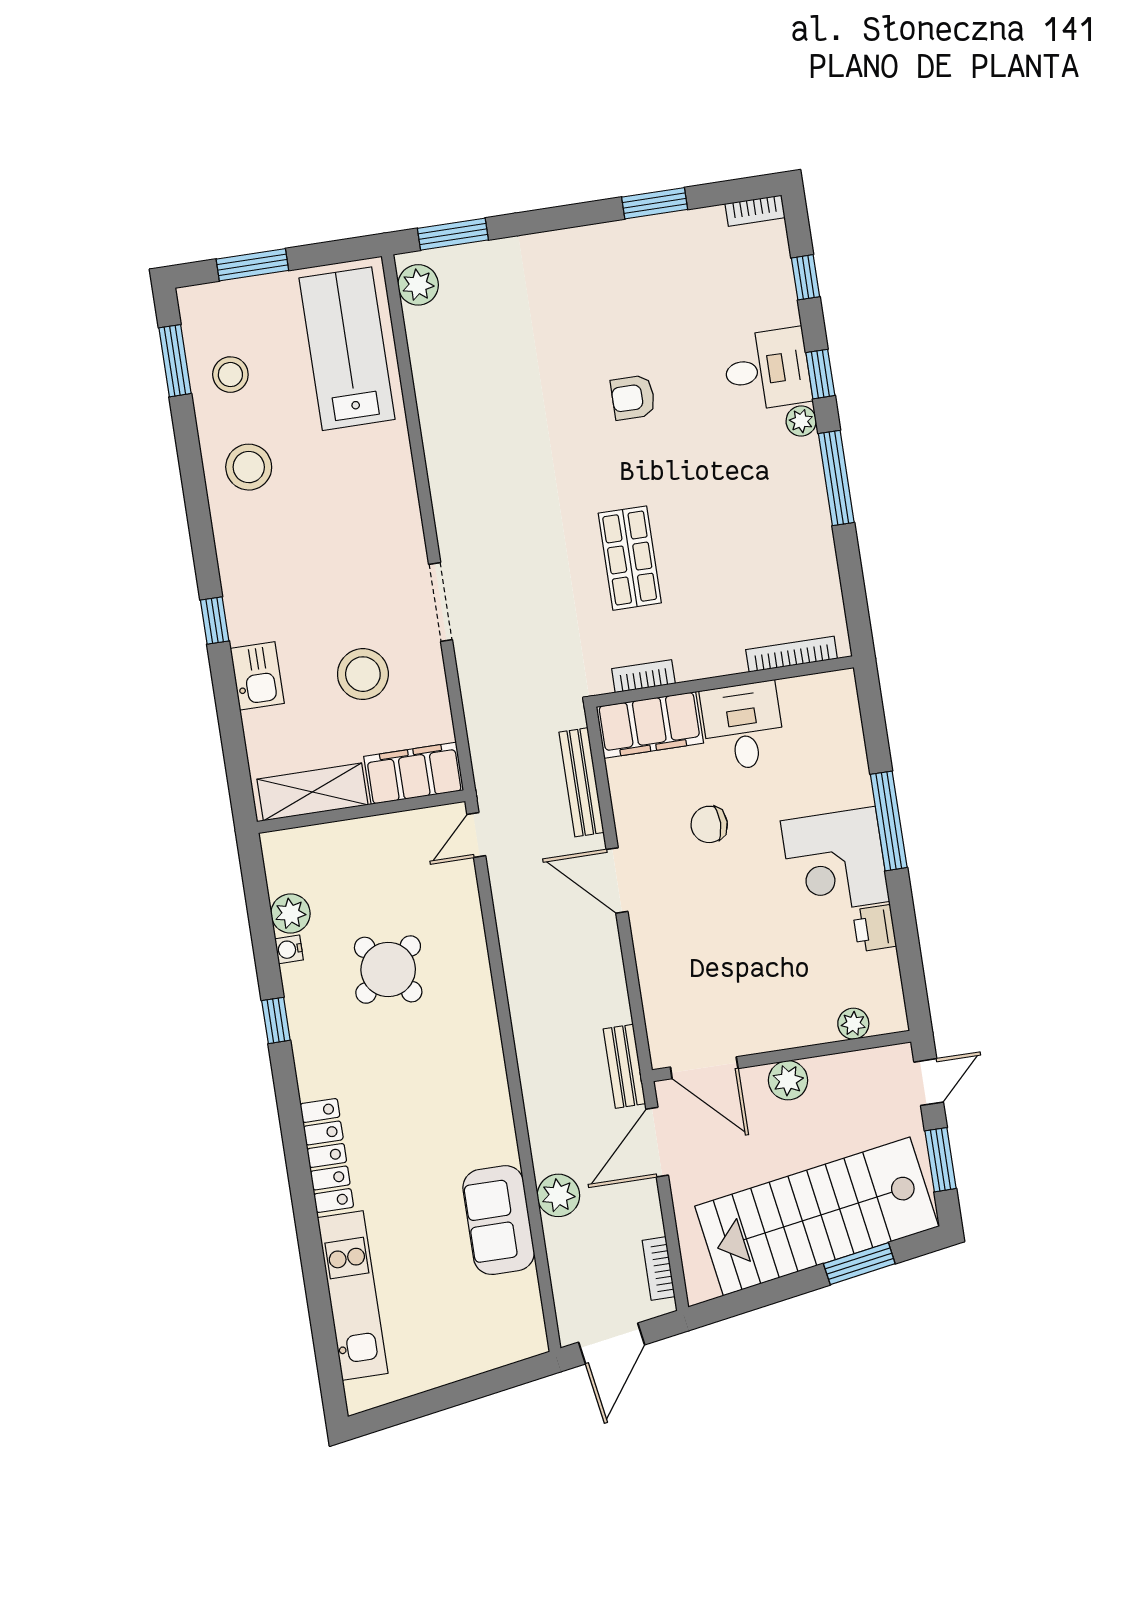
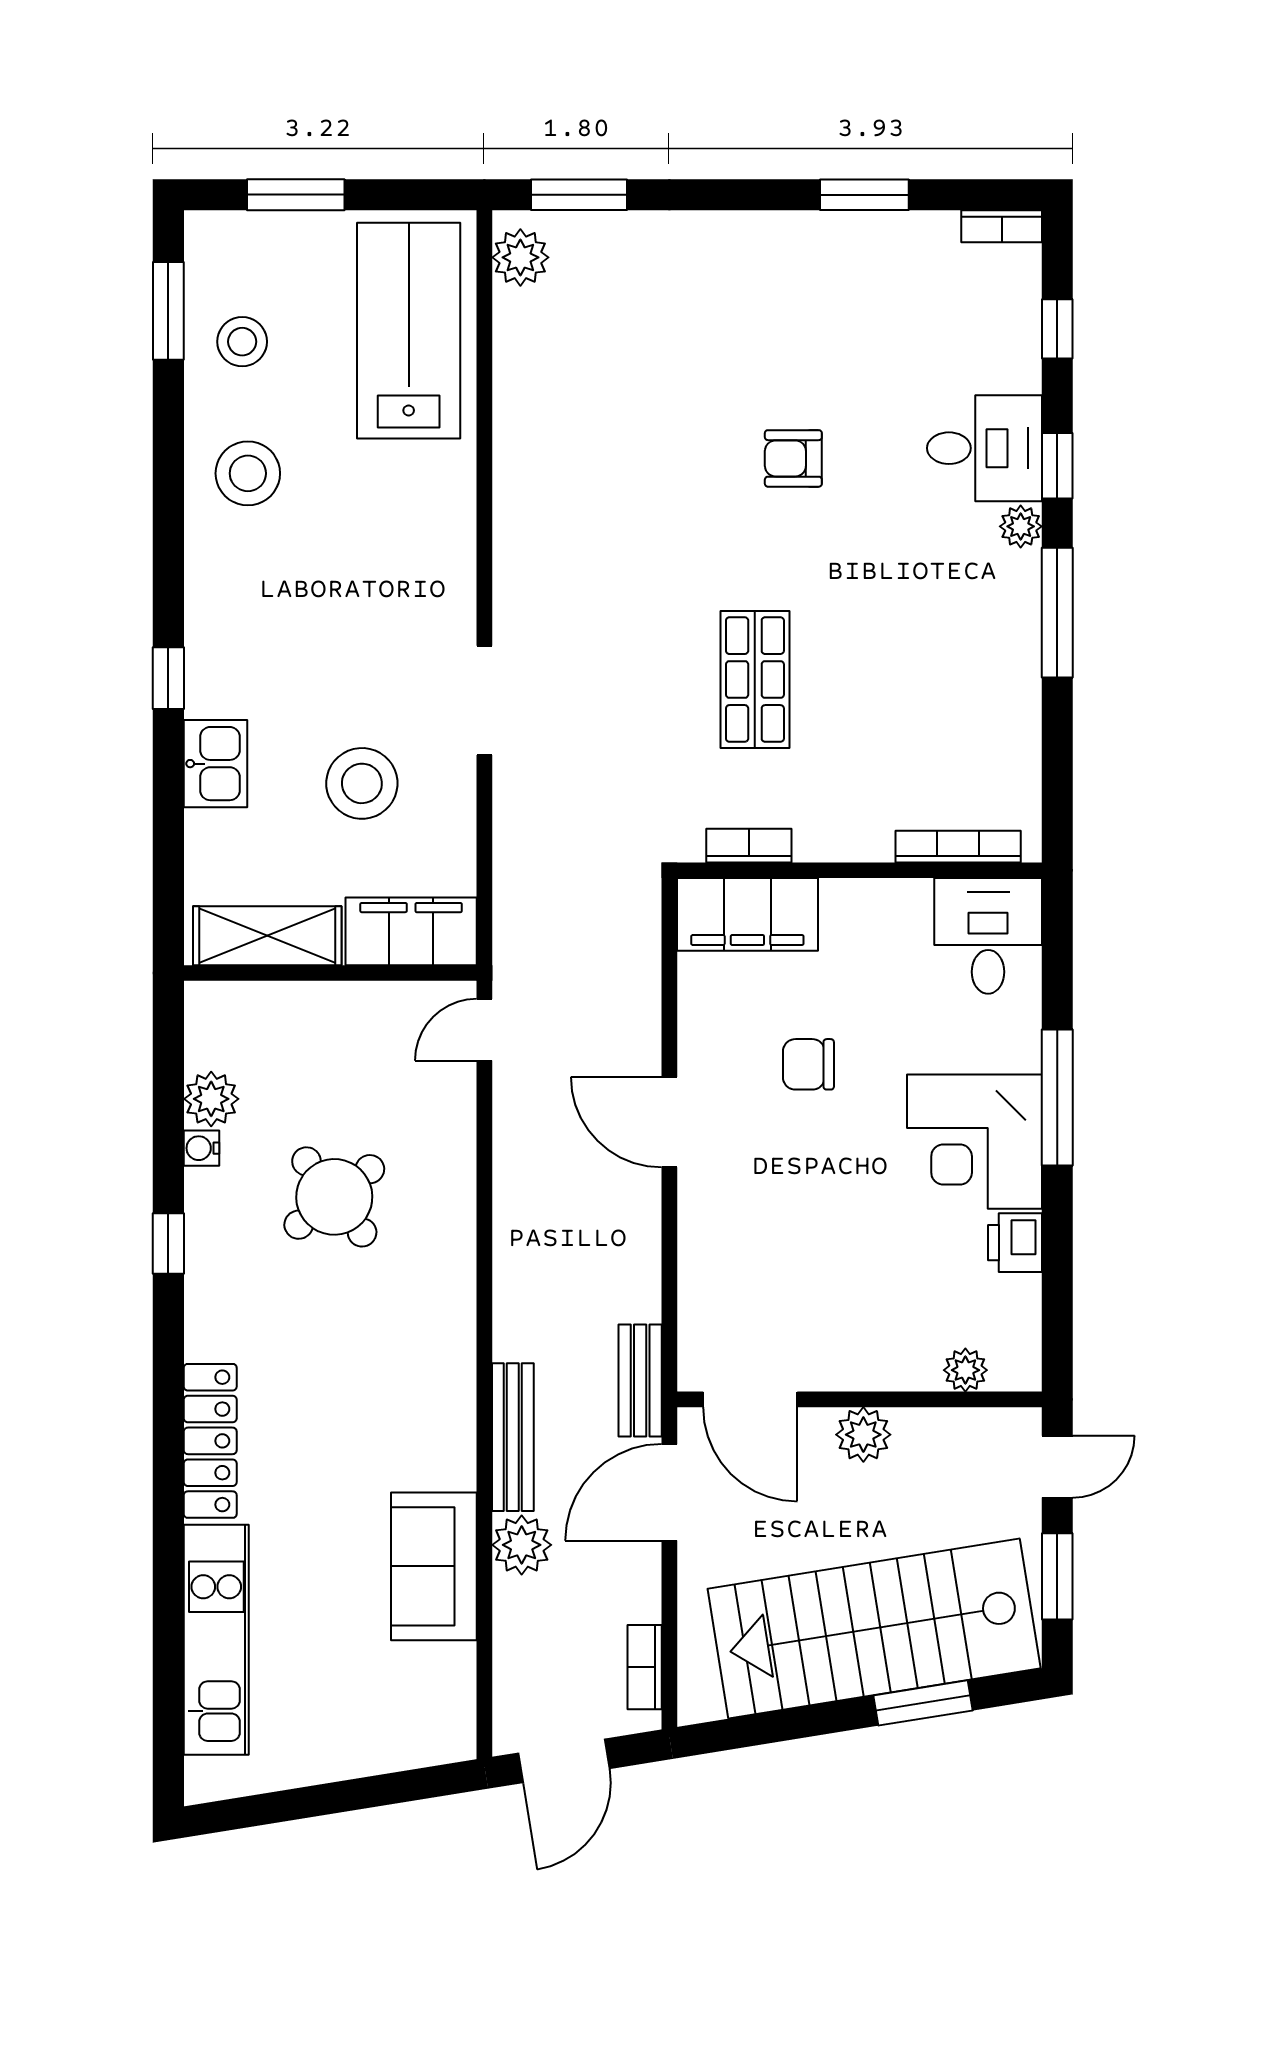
desk: (743, 726) -> (988, 936), moved
bench: (581, 782) -> (513, 1437), moved

